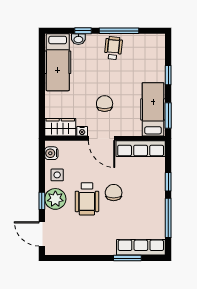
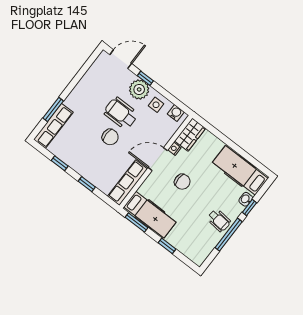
window: (168, 218) -> (60, 163), width x0.46

